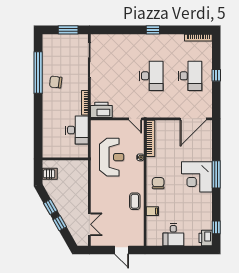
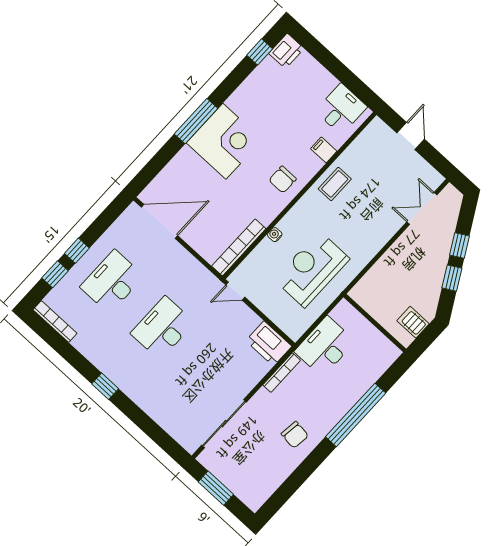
window: (216, 57) -> (55, 274), added
window: (38, 72) -> (356, 415), moved
door: (135, 119) -> (235, 291), swing flipped
desk: (173, 235) -> (341, 109), moved

